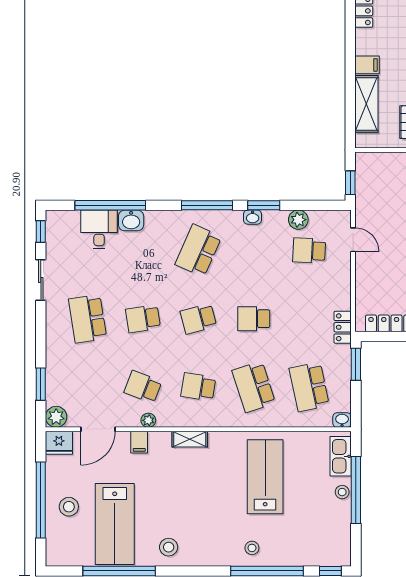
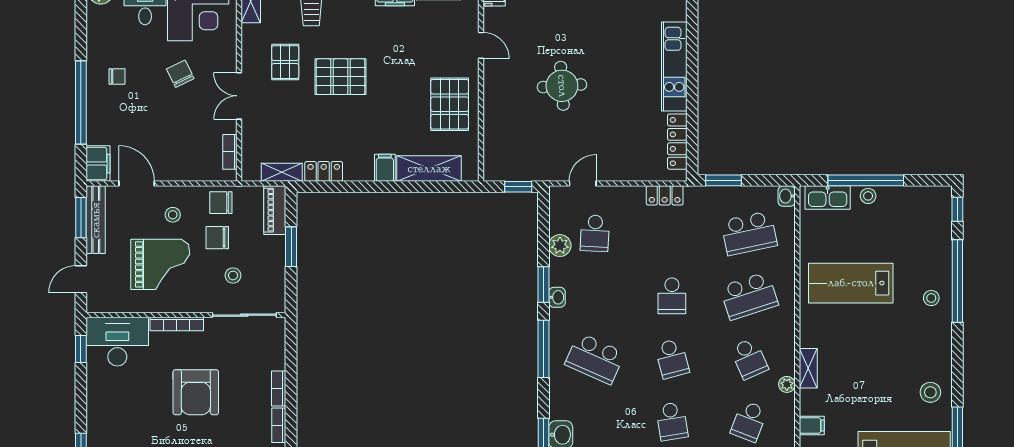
locker: (343, 327) -> (665, 195), moved
school desk: (198, 387) -> (749, 359), turned -33
plant: (148, 420) -> (787, 384), moved

